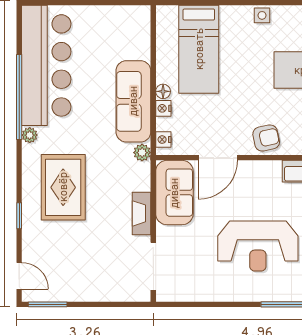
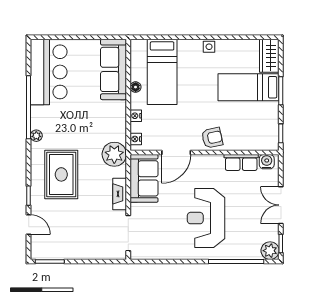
bar counter: (46, 65) -> (49, 72), width x0.73
floor lamp: (163, 91) -> (136, 87), moved
sofa: (133, 101) -> (113, 69), moved
plant: (142, 153) -> (114, 154), width x1.88, depth x1.88
reception desk: (258, 246) -> (206, 218), turned 90
door: (19, 276) -> (29, 224), moved

